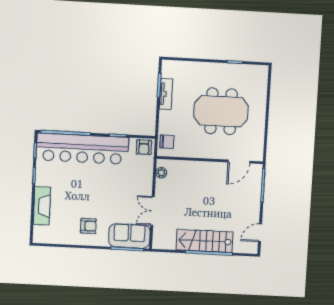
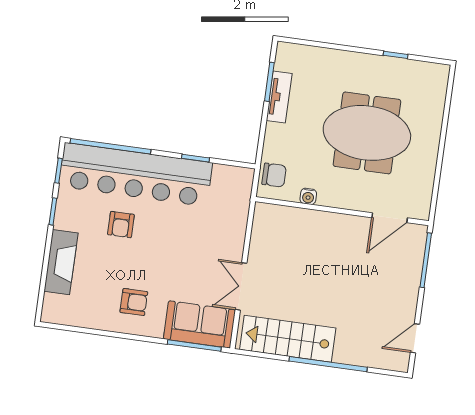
armchair: (144, 147) -> (121, 225), moved
water cooler: (189, 153) -> (308, 196), added
plant: (161, 173) -> (261, 225), removed
stairs: (205, 241) -> (288, 339), moved

